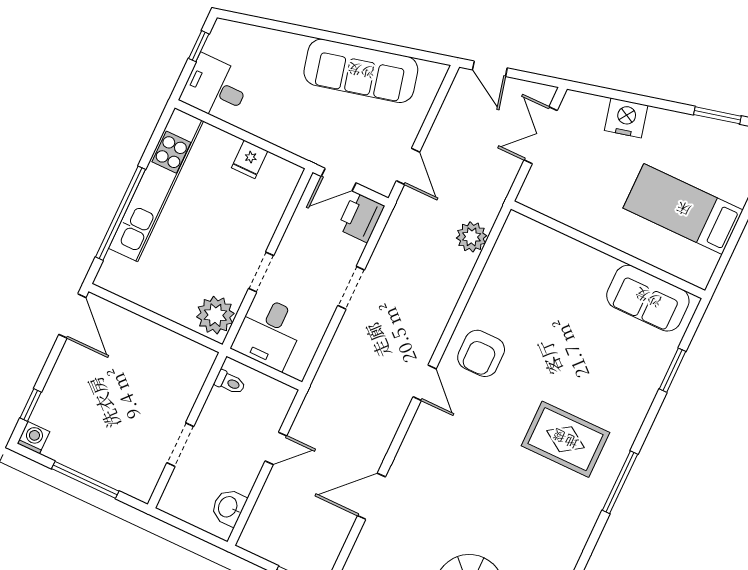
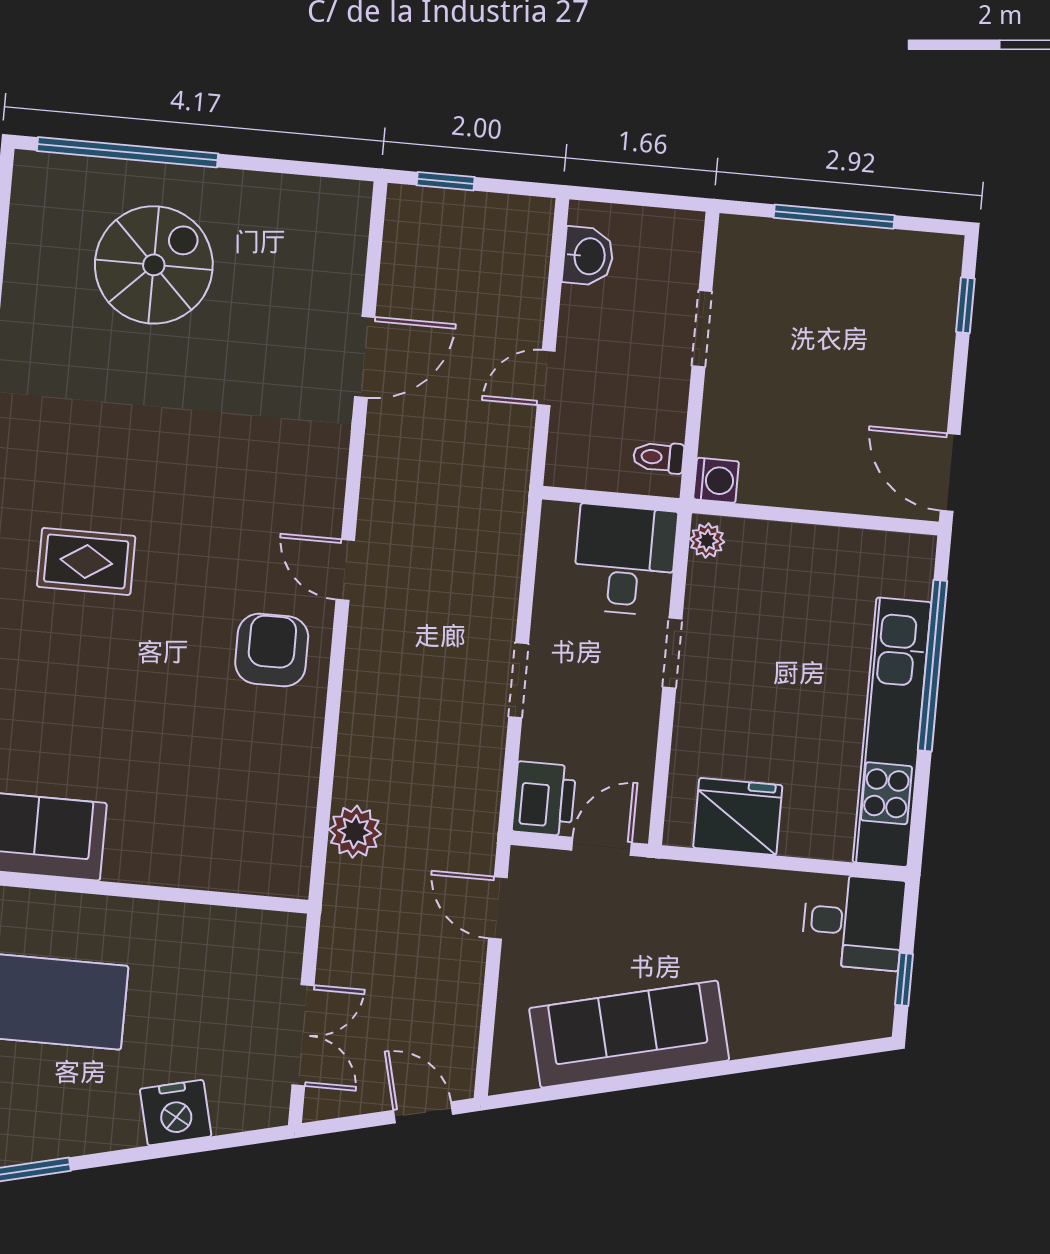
fridge: (250, 159) -> (738, 816), width x1.88, depth x1.34
plant: (215, 315) -> (707, 540), width x0.53, depth x0.53
washing machine: (33, 438) -> (716, 480), moved, turned -90
rug: (565, 439) -> (86, 561), width x0.73, depth x0.70

